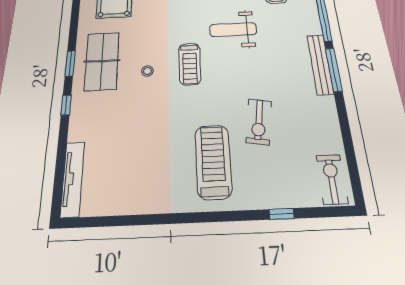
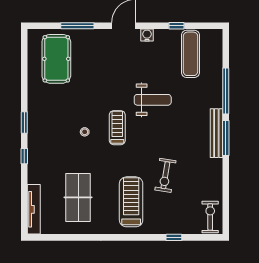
weight bench: (233, 30) -> (153, 100), turned 180
table tennis table: (102, 61) -> (78, 197), moved
treadmill: (190, 64) -> (117, 128), turned 180

